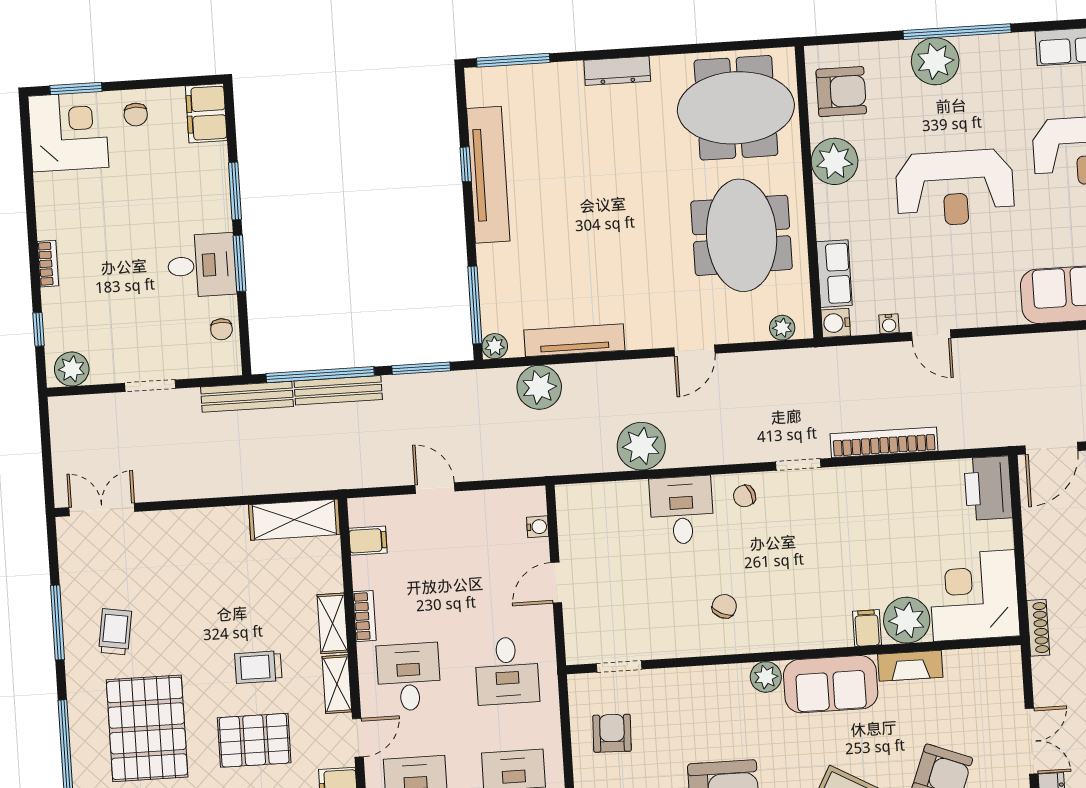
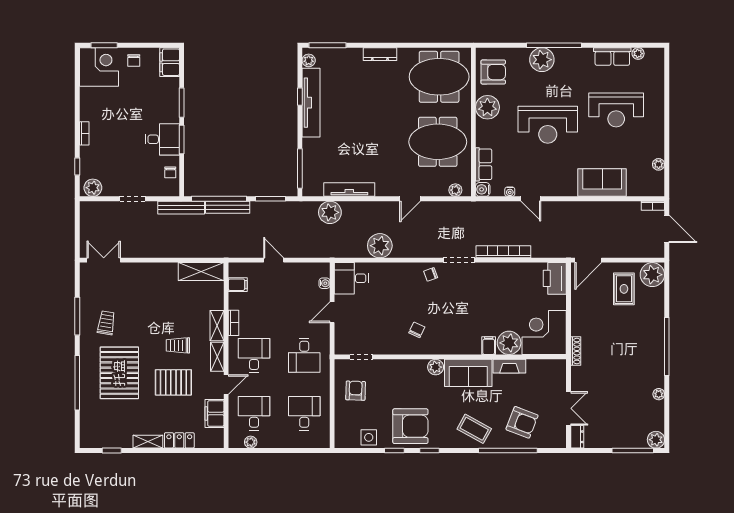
meeting table: (742, 235) -> (438, 142), turned 90
plant: (495, 346) -> (309, 60), moved
doorway: (798, 465) -> (459, 260), width x1.38
desk: (682, 510) -> (351, 278), moved, turned -90

